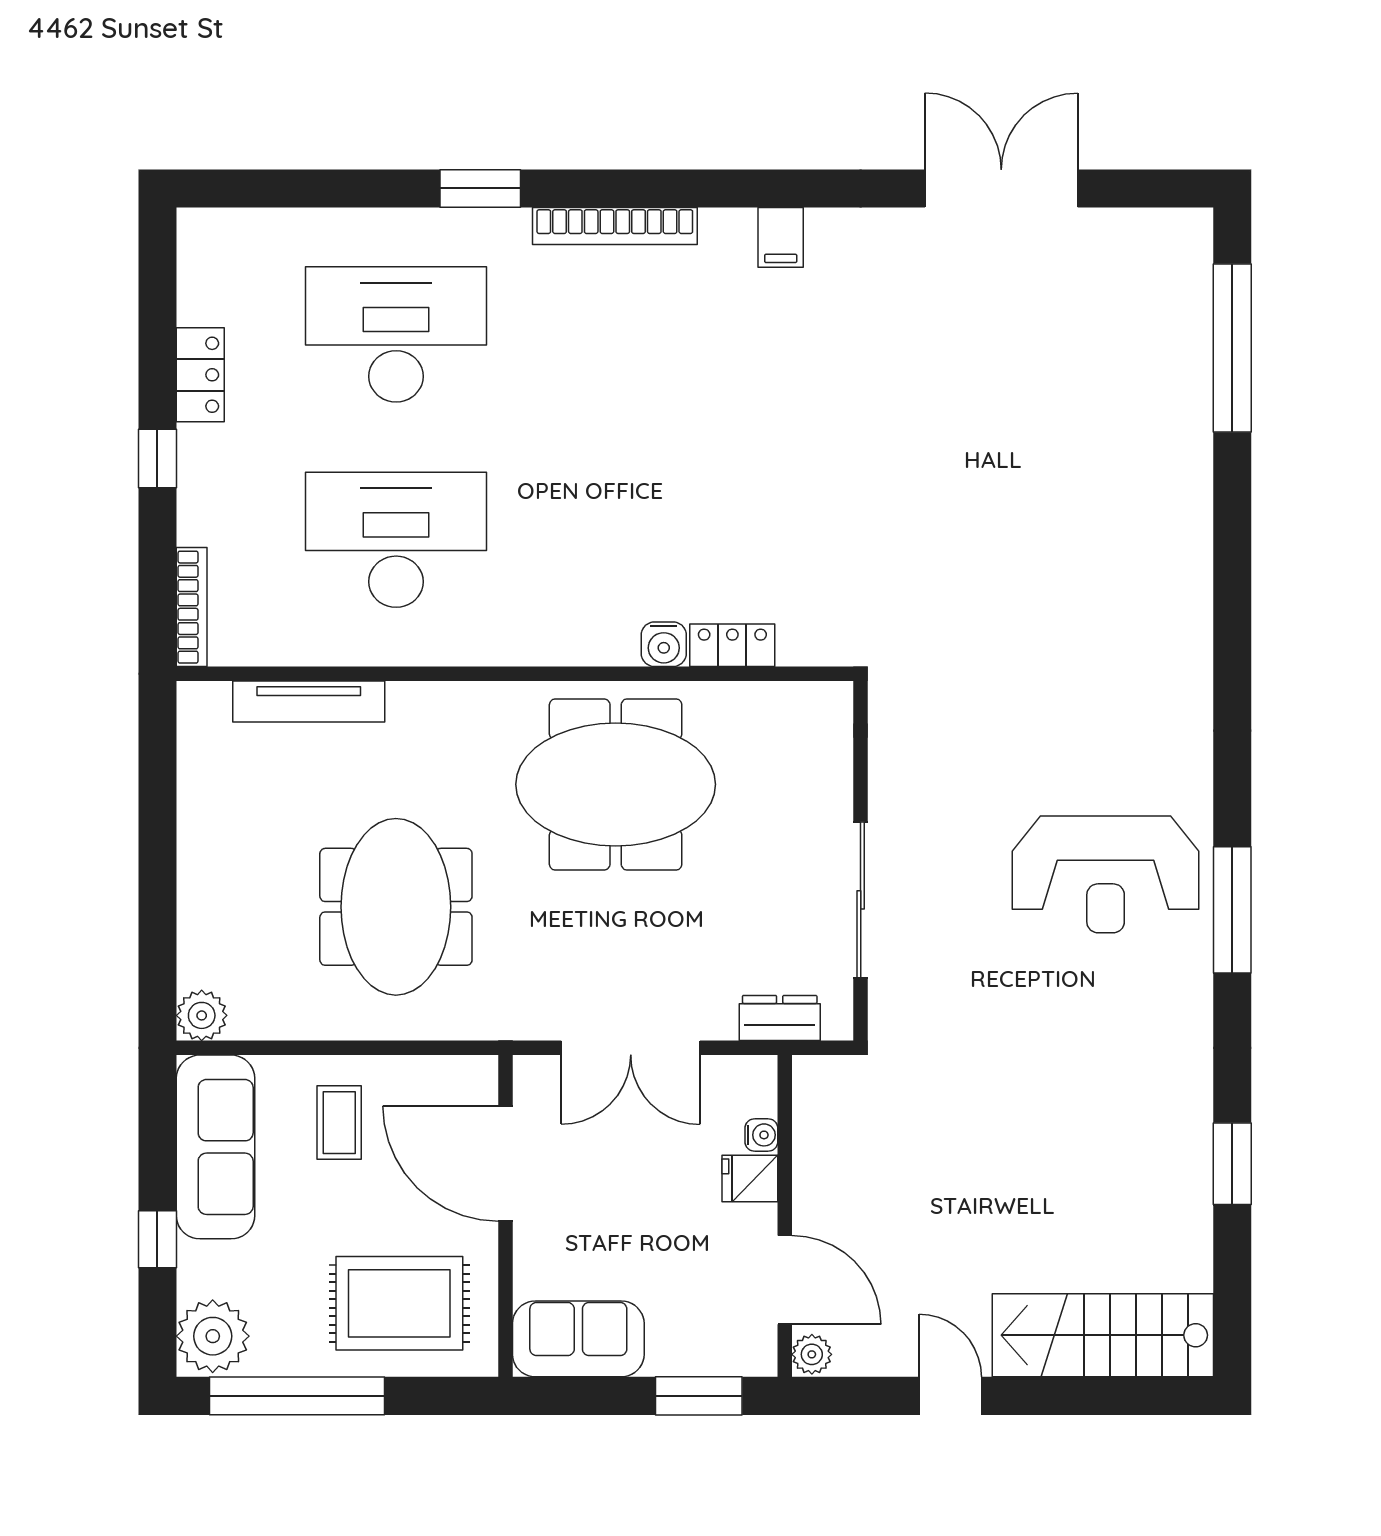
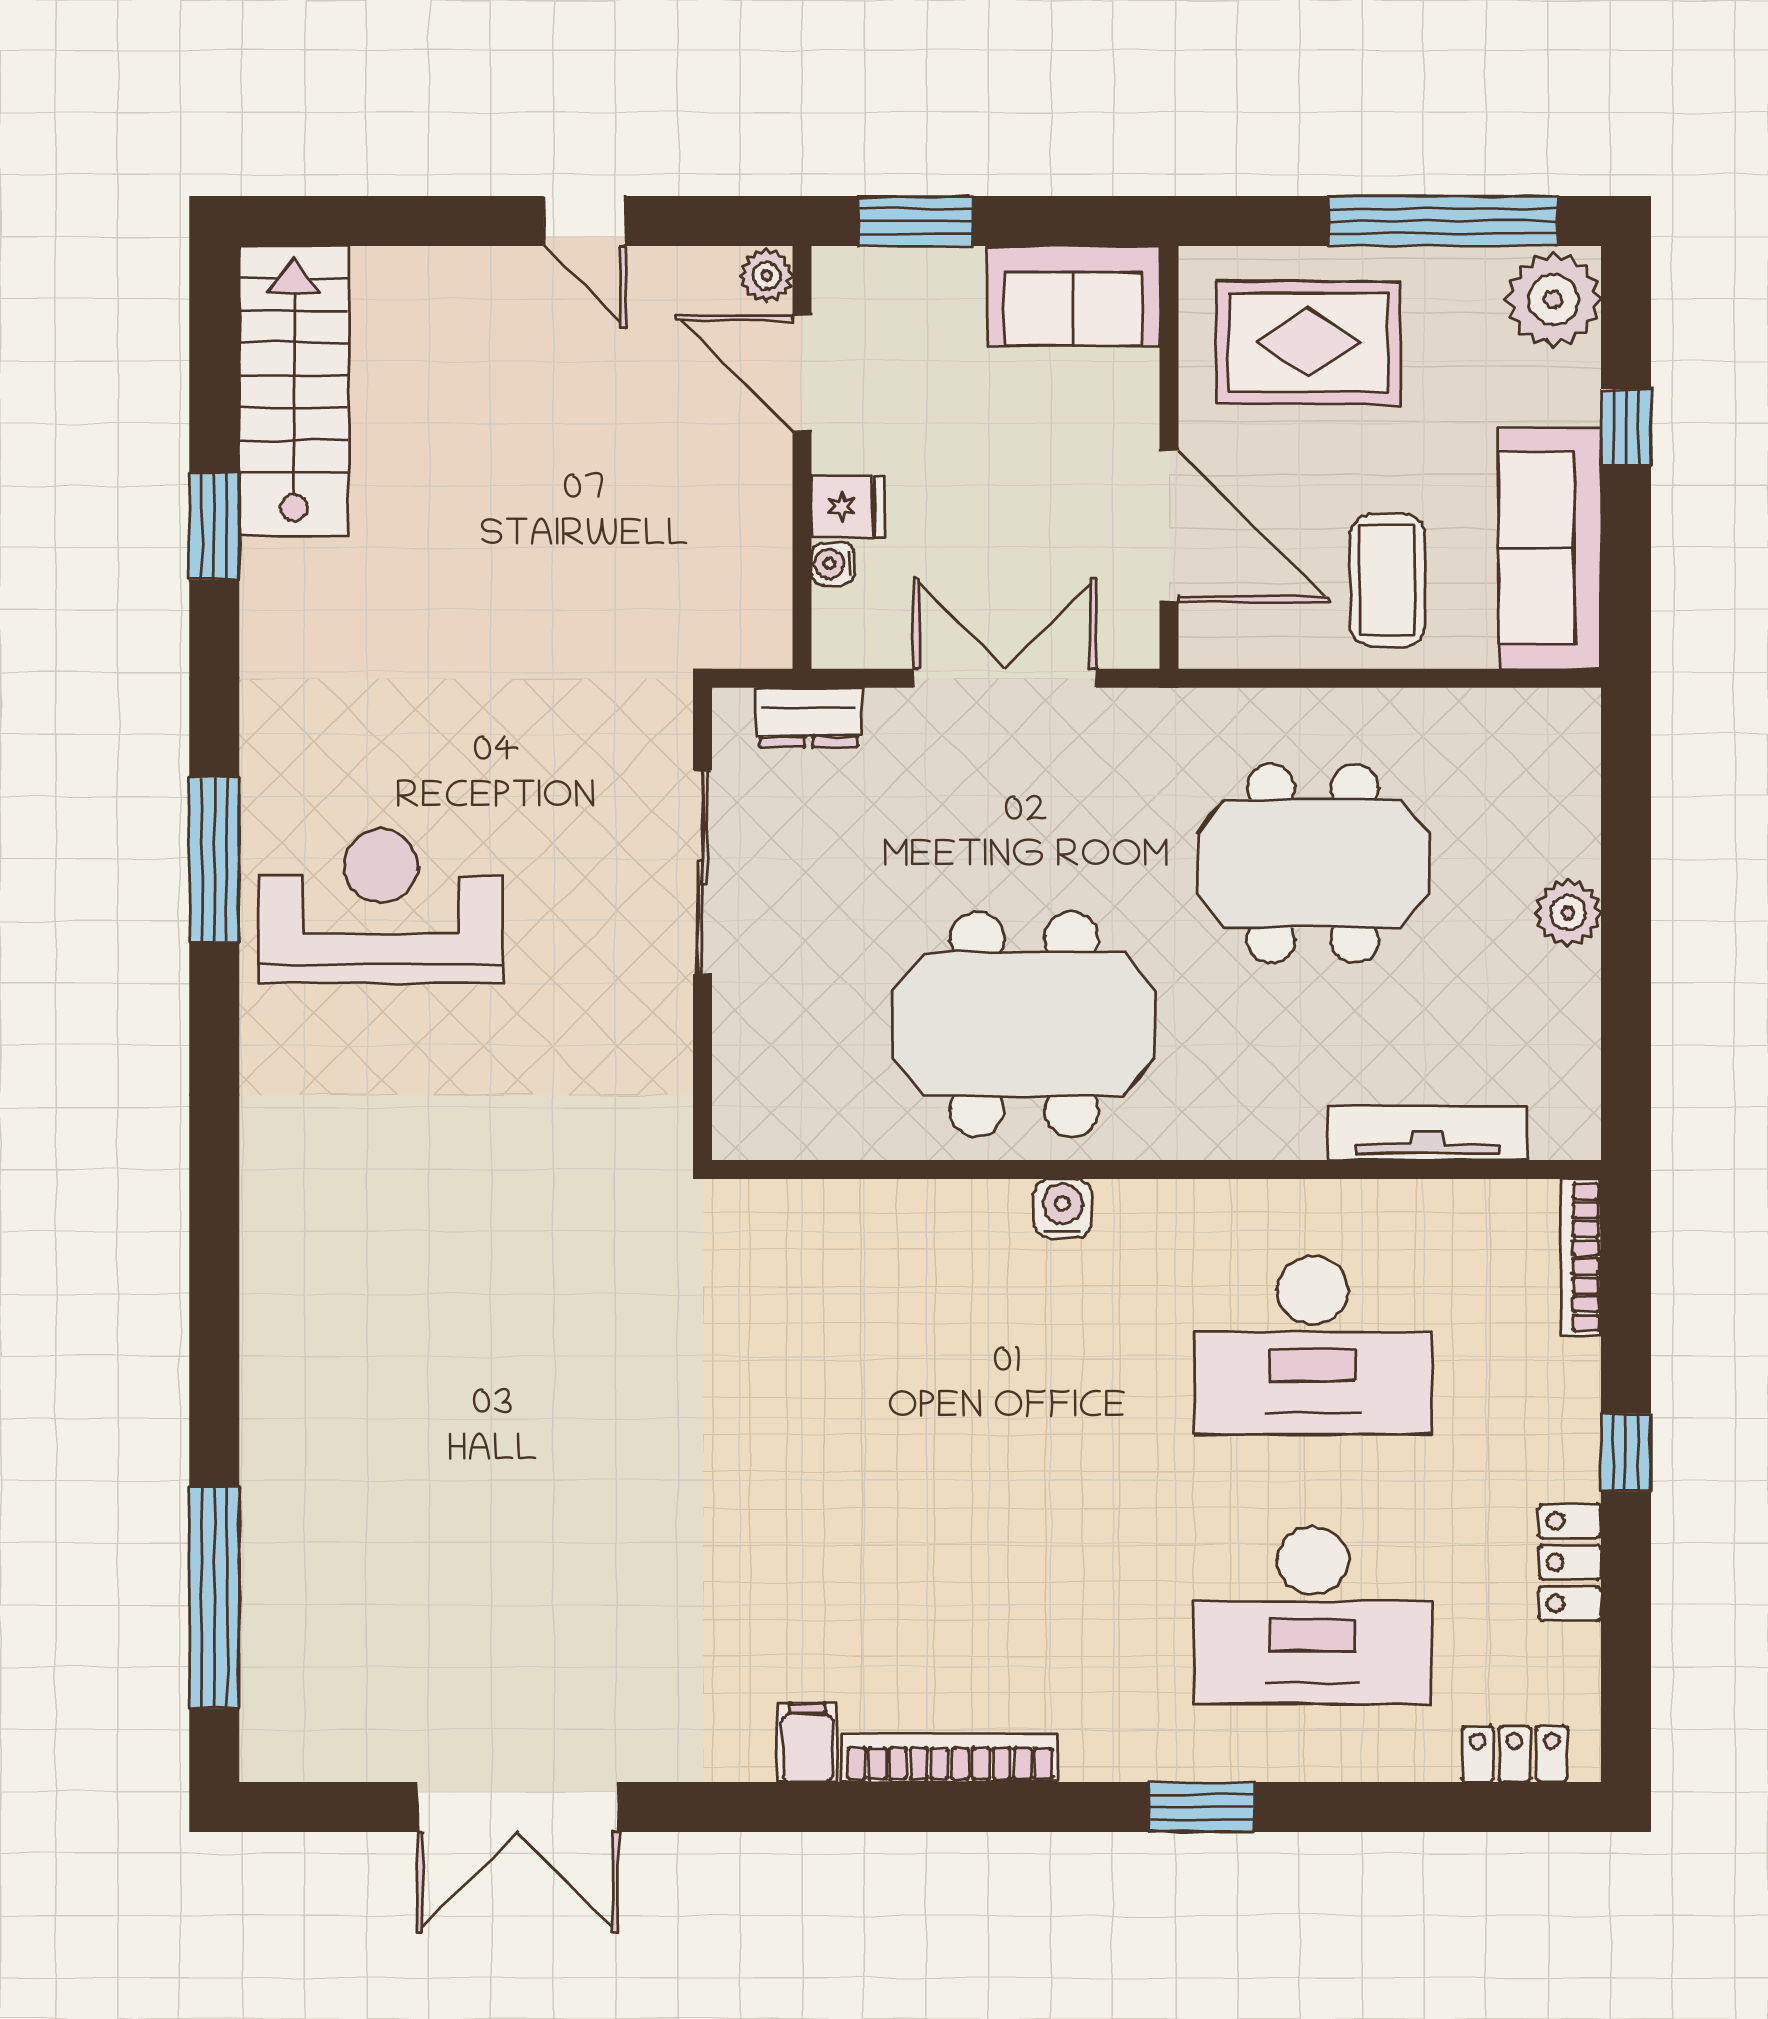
bookcase: (615, 226) -> (950, 1758), moved
water cooler: (664, 644) -> (1063, 1208), moved
locker: (732, 645) -> (1515, 1754), moved, turned 180
meeting table: (396, 907) -> (1313, 864), turned 90
plant: (202, 1015) -> (1568, 913), moved
coffee table: (339, 1123) -> (1387, 580), width x1.36, depth x1.30
stairs: (1103, 1335) -> (294, 391), moved, turned -90

